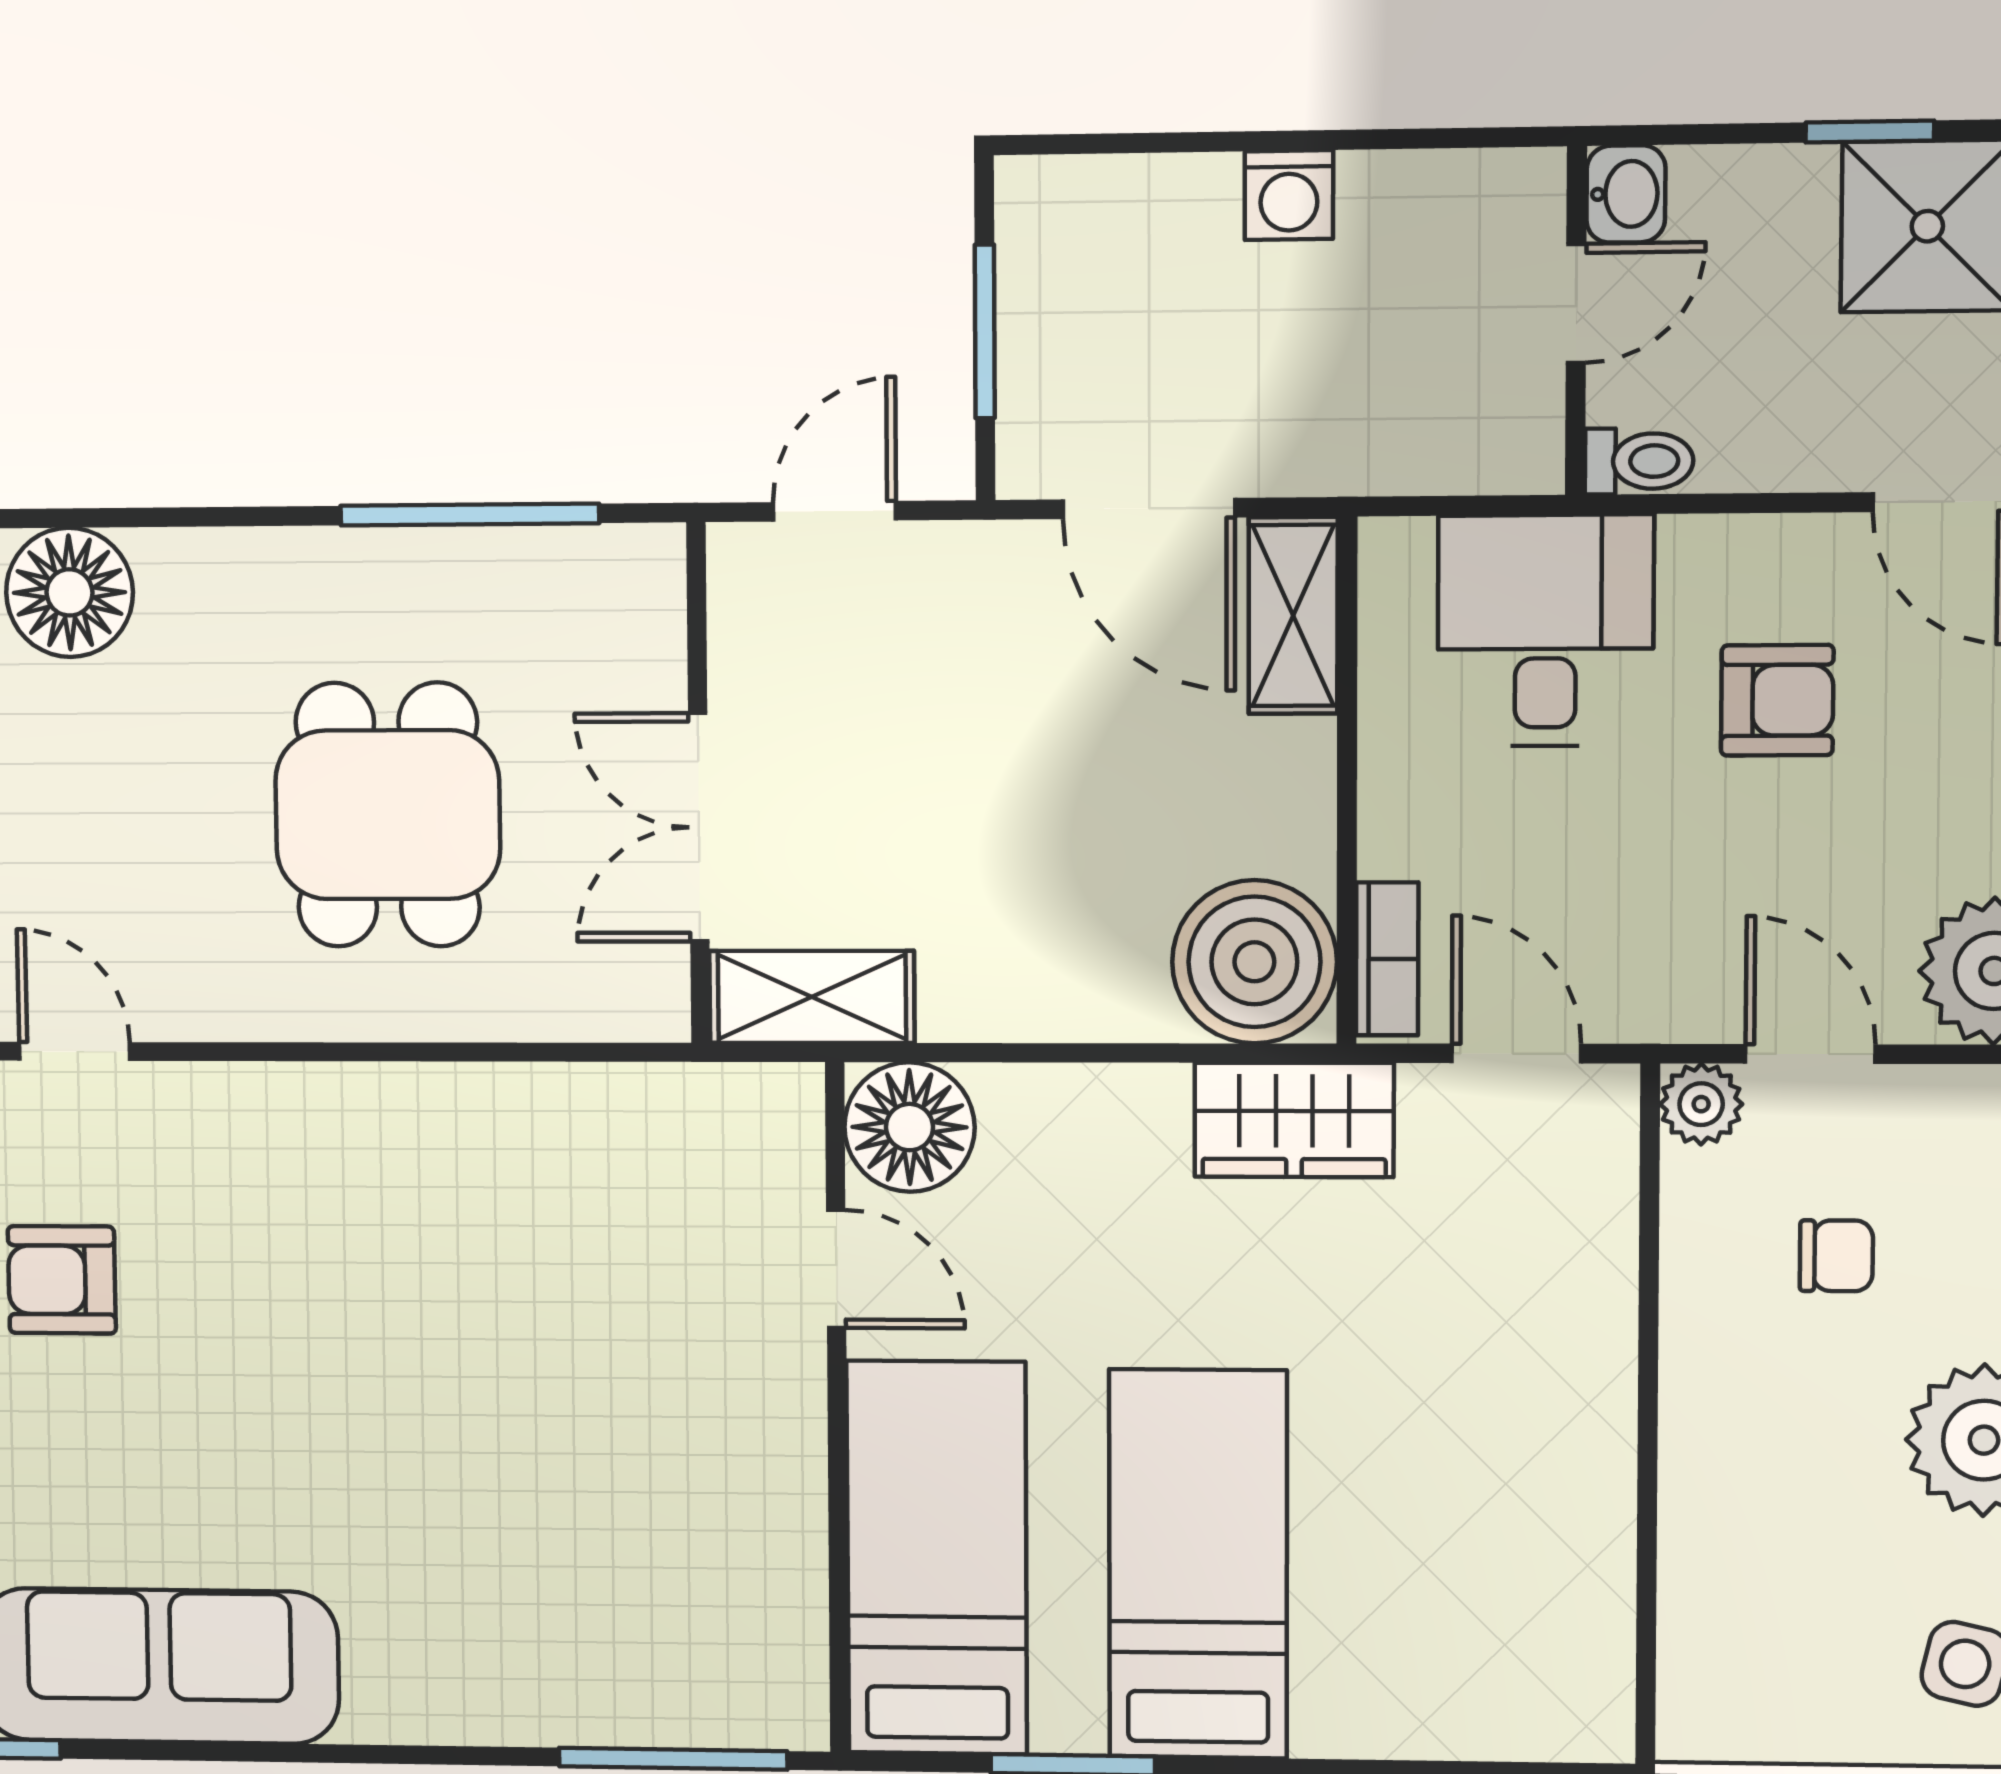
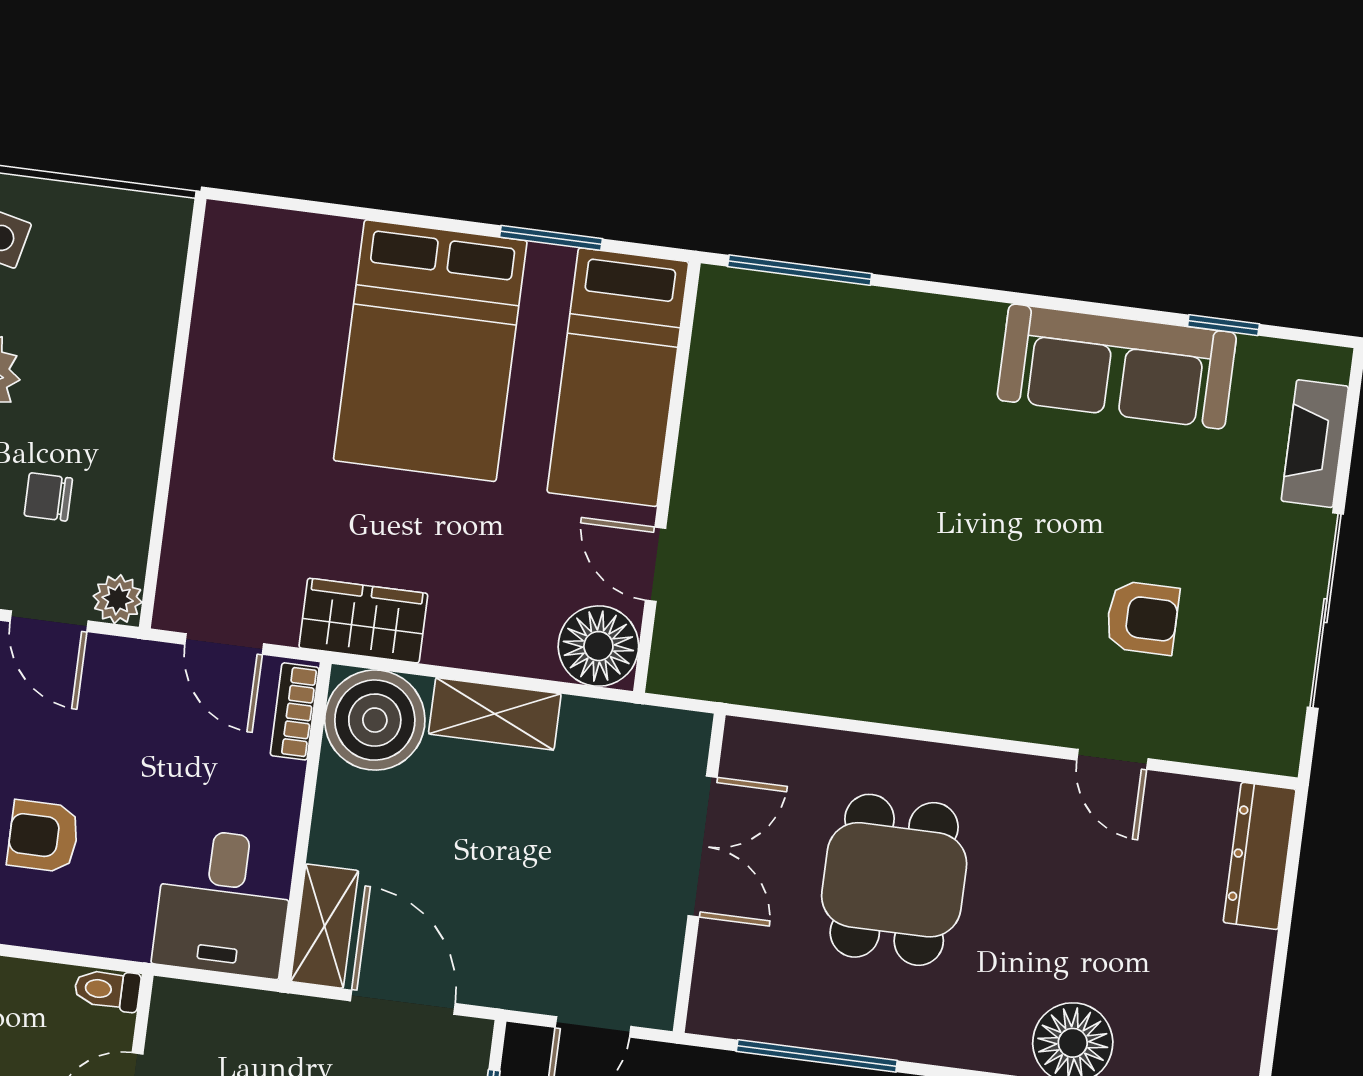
desk: (1545, 631) -> (224, 903), moved
shelving: (812, 997) -> (495, 714), moved
bed: (1198, 1564) -> (430, 351), width x1.50

